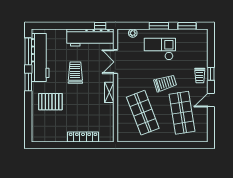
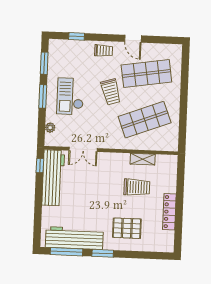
trolley: (75, 73) -> (137, 187), moved, turned 180
window: (211, 74) -> (77, 36), moved
trolley: (165, 83) -> (111, 92), turned 180
shelving: (109, 92) -> (143, 159), moved
pallet: (50, 102) -> (127, 228), turned 90
locker: (83, 137) -> (169, 212), moved

